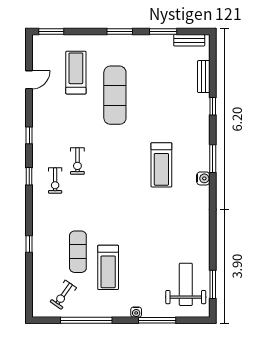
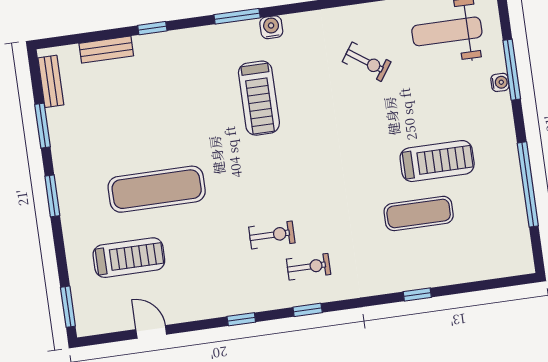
treadmill: (76, 73) -> (129, 258), turned 180
treadmill: (161, 165) -> (259, 98), turned 90
exercise bike: (63, 295) -> (367, 62), moved
water cooler: (136, 312) -> (500, 82), moved

